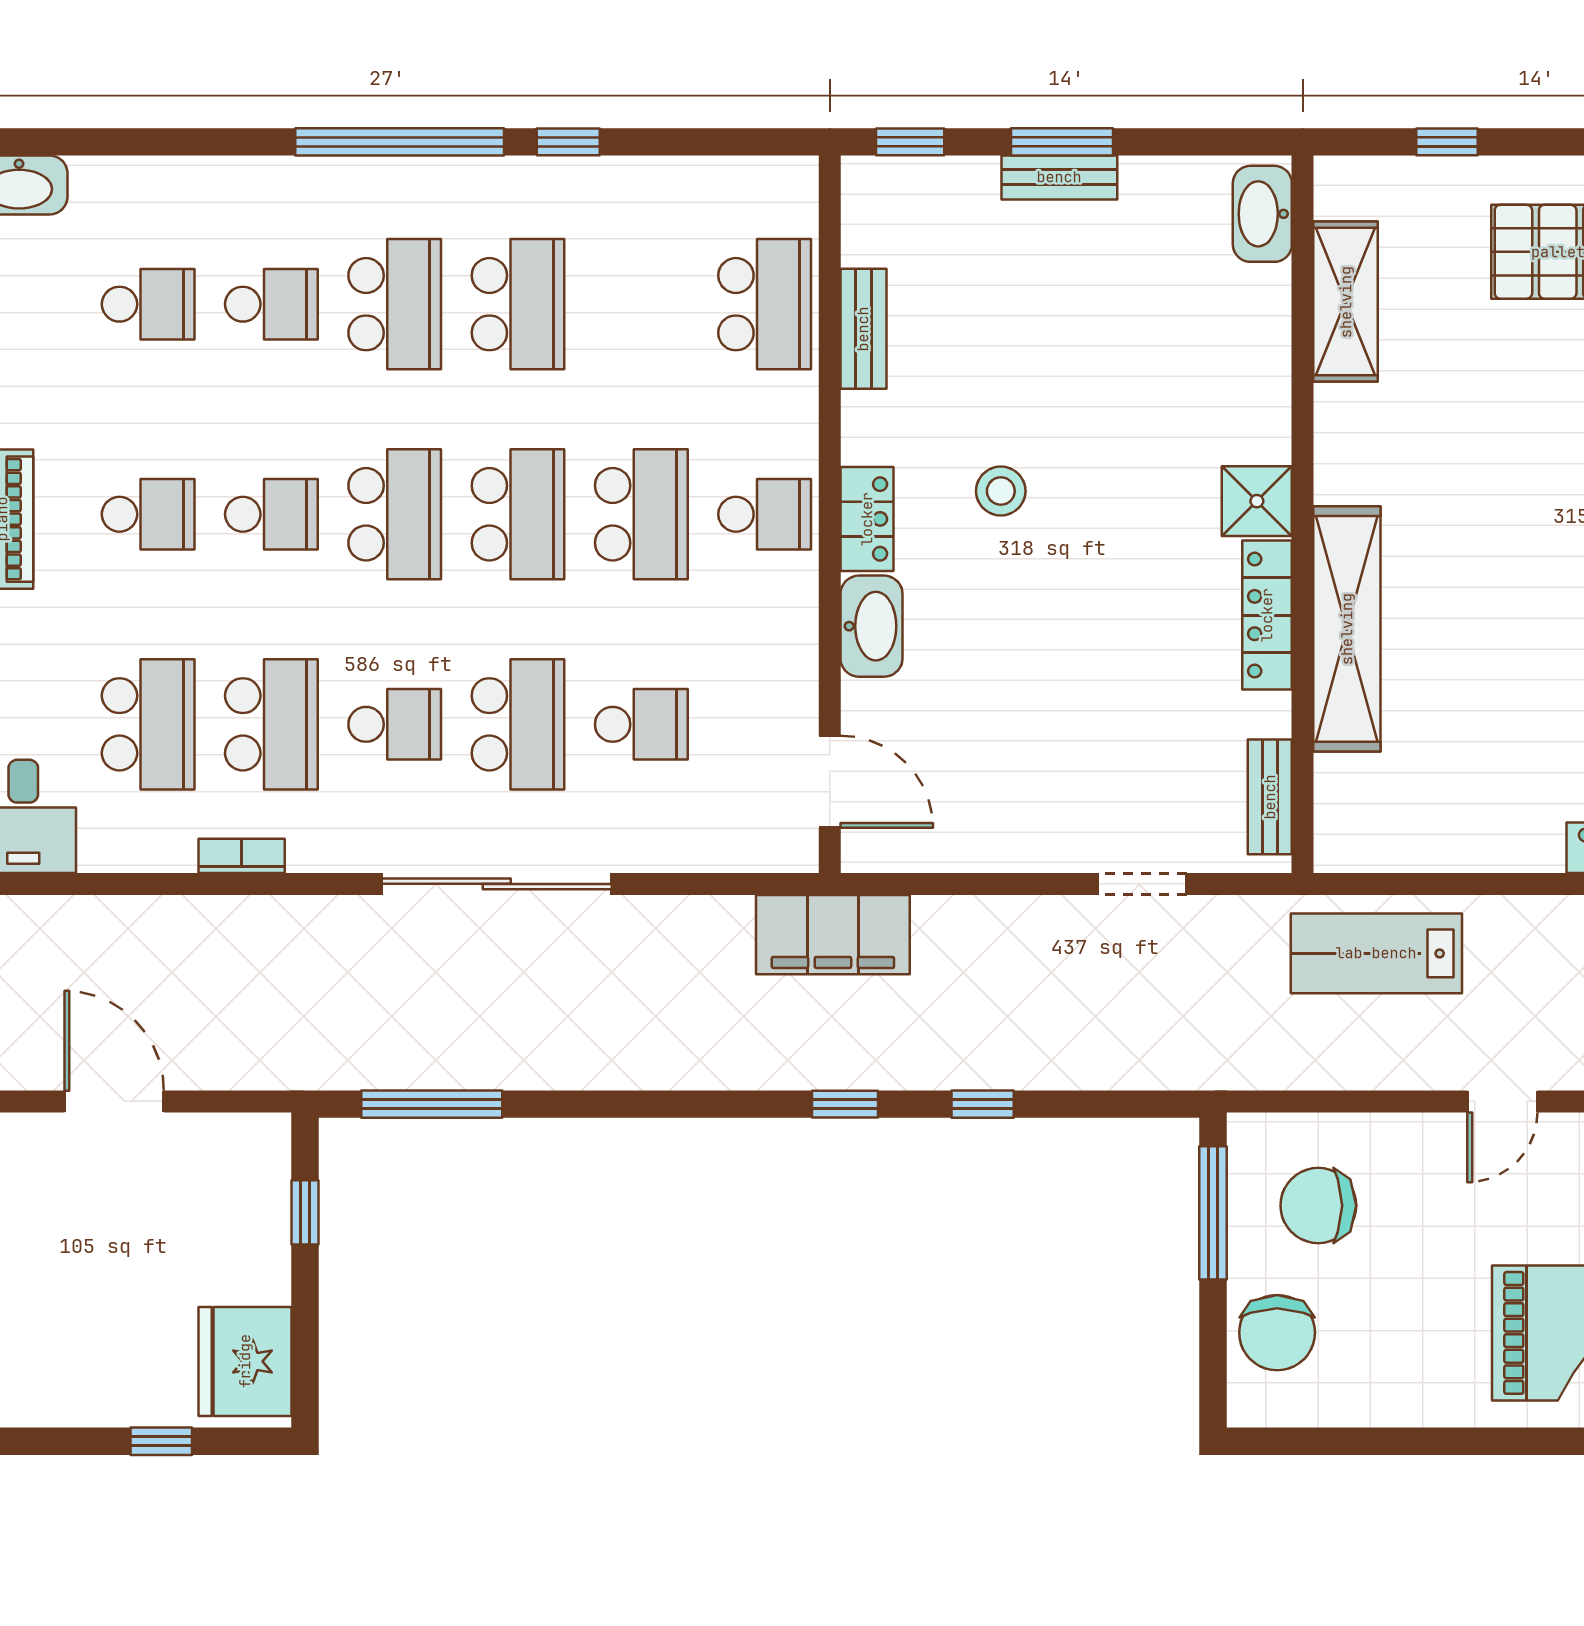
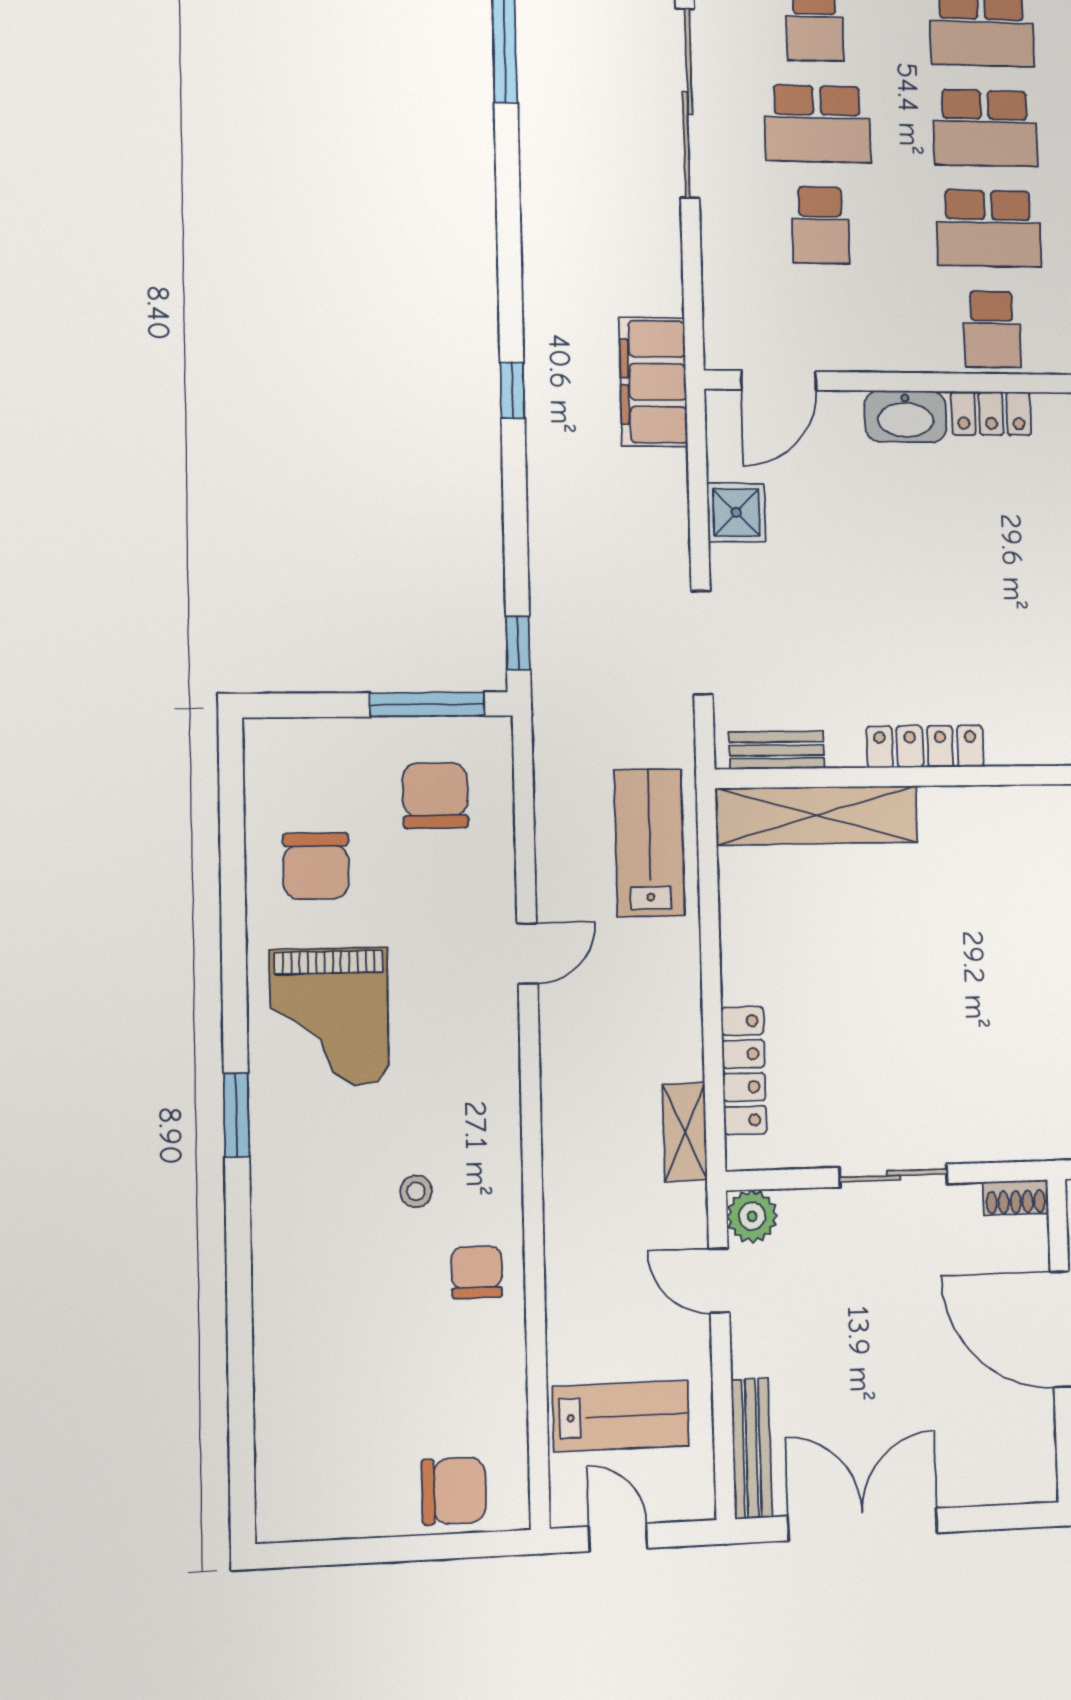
stool: (1001, 491) -> (1017, 524), removed
shower: (1257, 501) -> (736, 512), moved
shelving: (1347, 629) -> (817, 815), moved
doorway: (1142, 884) -> (702, 643), width x1.38
door: (1502, 1101) -> (527, 954), swing flipped
window: (983, 1104) -> (518, 643), moved
chair: (1277, 1333) -> (316, 866), moved, turned -90

